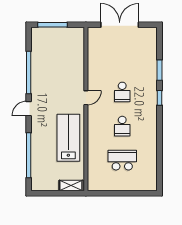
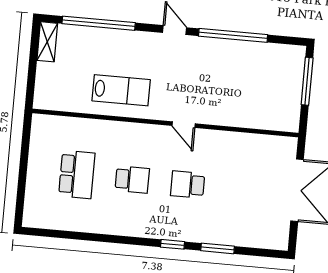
school desk: (122, 126) -> (132, 180), turned 180
lab bench: (68, 138) -> (121, 90), width x0.73, depth x0.72
shelving: (71, 186) -> (47, 42), moved

